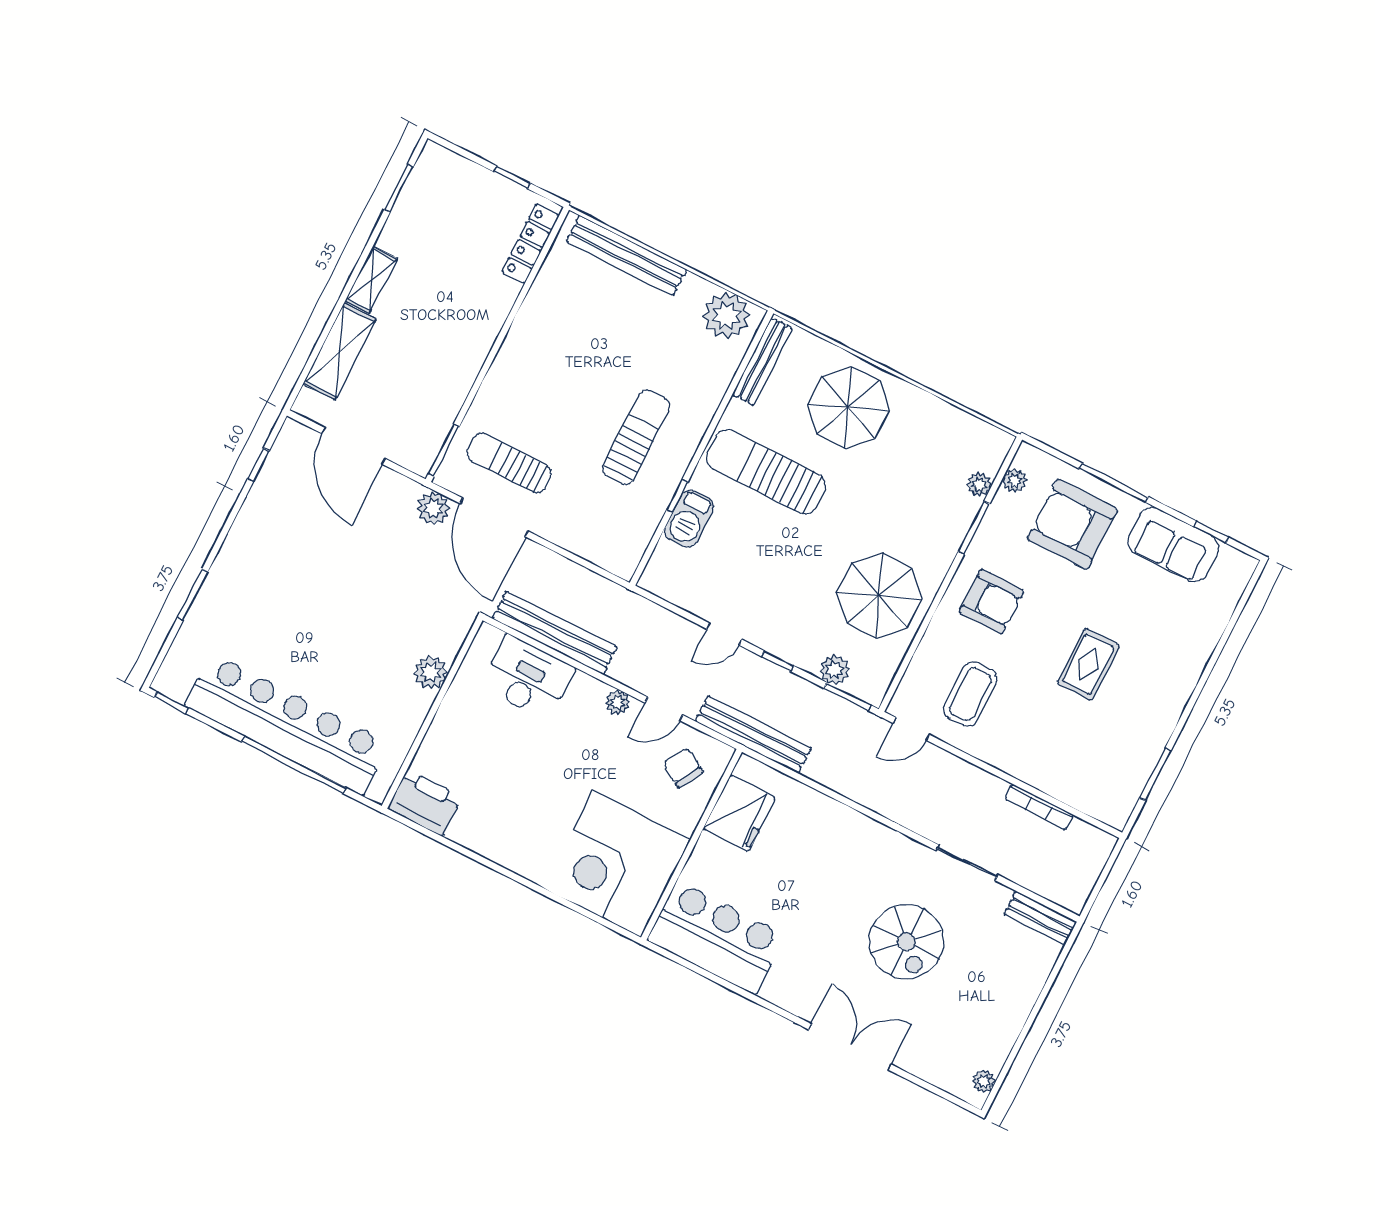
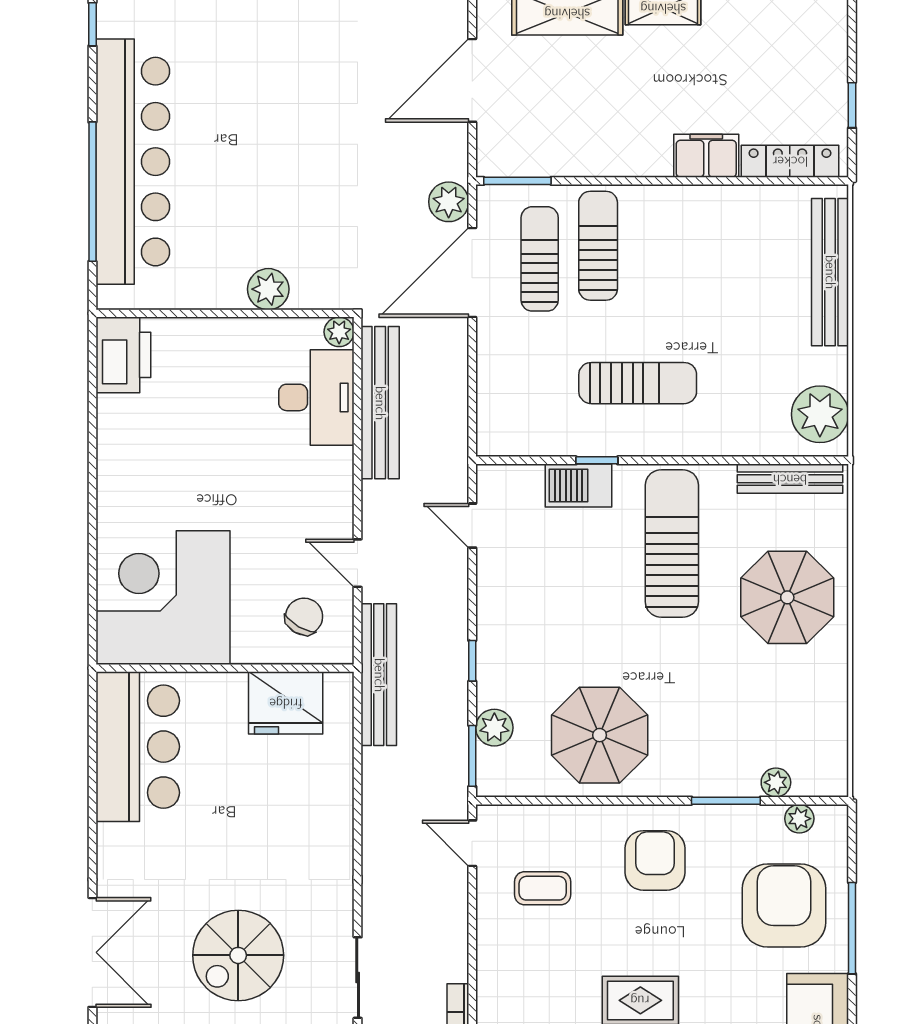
filing cabinet: (495, 303) -> (706, 156), added
sun lounger: (521, 415) -> (598, 246), added
armchair: (991, 602) -> (655, 860), turned 180
door: (724, 634) -> (472, 526), moved
coffee table: (970, 694) -> (543, 888), width x0.73, depth x0.77
plant: (617, 702) -> (339, 332), moved

